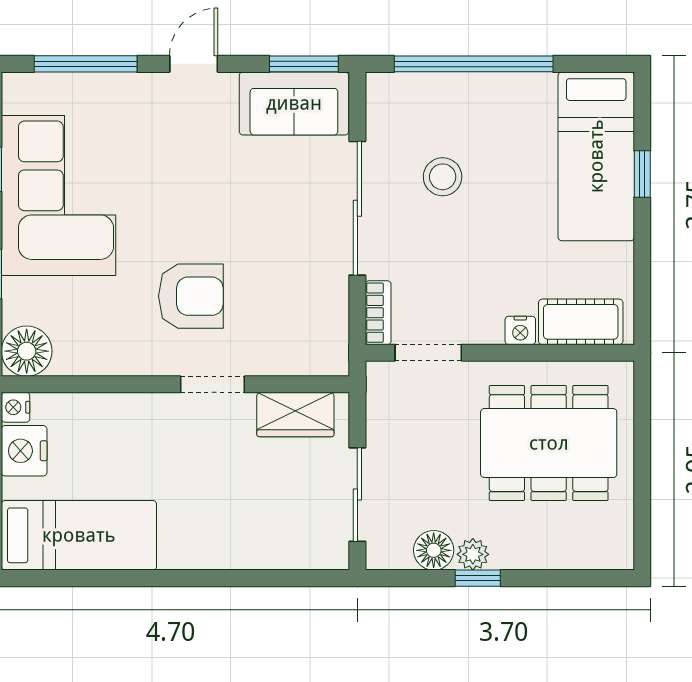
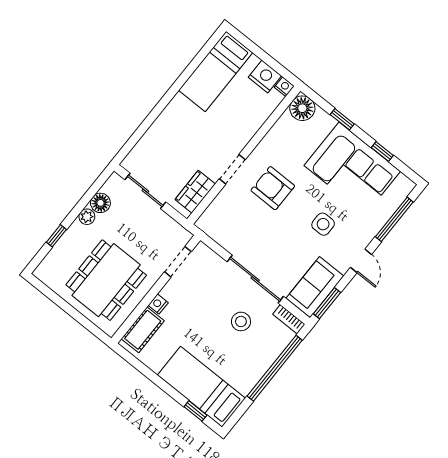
side table: (184, 171) -> (323, 224), added
window: (642, 174) -> (195, 411), moved
armchair: (191, 296) -> (273, 188), turned 90
bookcase: (378, 313) -> (289, 319), moved
window: (478, 578) -> (56, 236), moved

